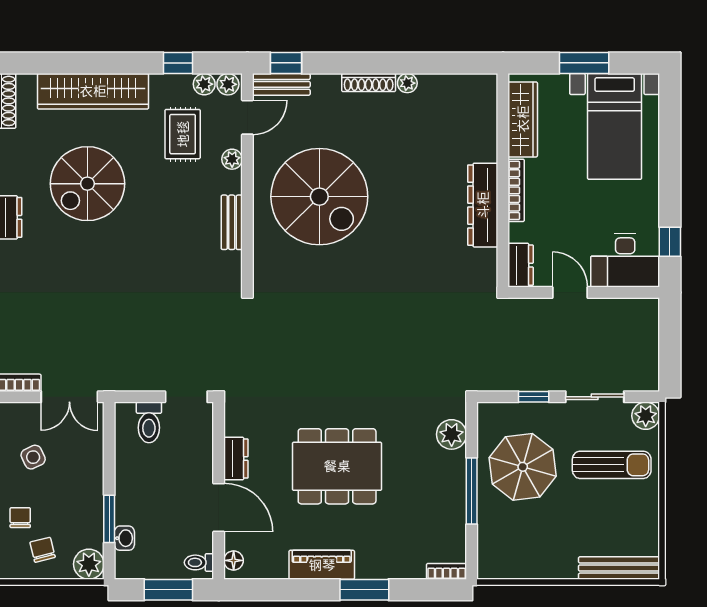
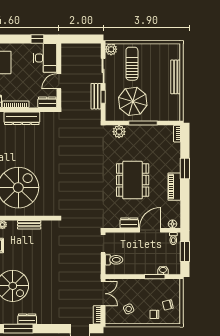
bench: (535, 380) -> (96, 96), added
plant: (89, 564) -> (174, 285), removed
bench: (619, 568) -> (176, 77), moved

